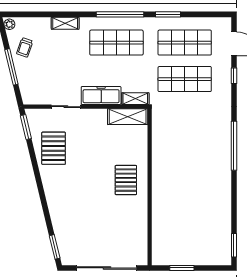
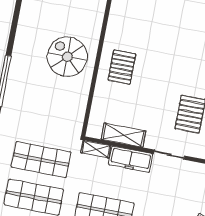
shelving: (128, 117) -> (124, 135), moved
spiral stairs: (179, 180) -> (67, 57), added

